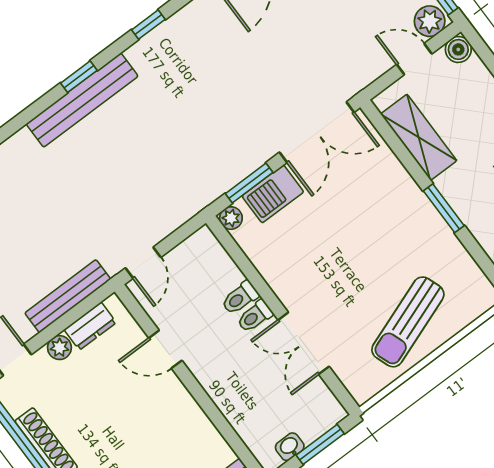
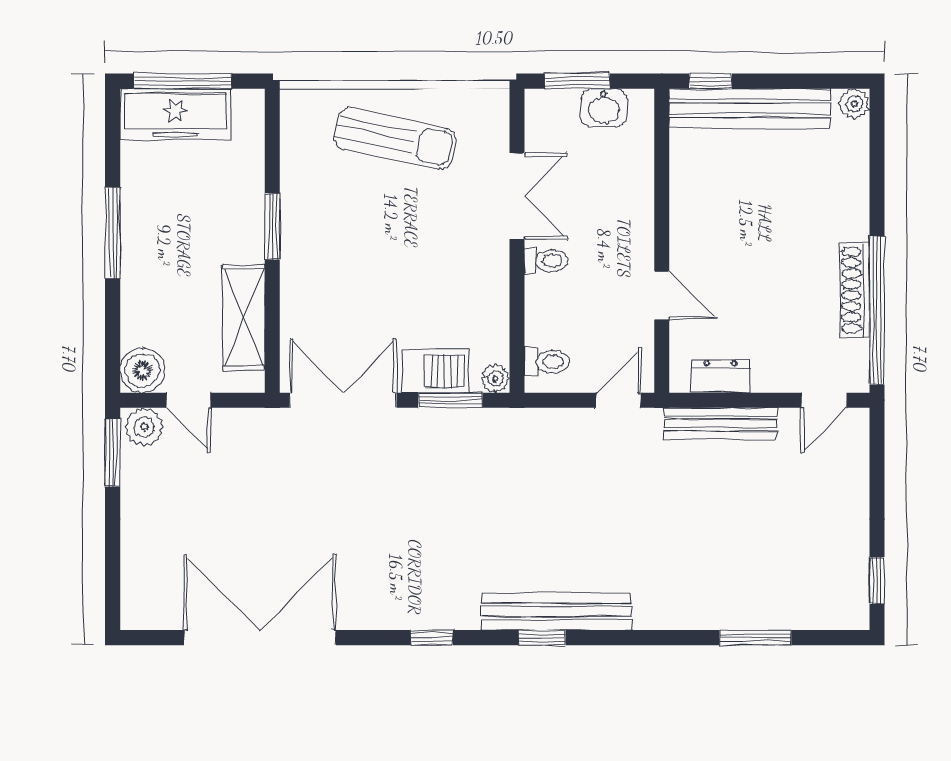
boiler: (458, 49) -> (142, 370), width x1.36, depth x1.36
toilet: (240, 298) -> (547, 362), moved
sun lounger: (408, 322) -> (395, 138), turned 32
plant: (59, 348) -> (768, 378), removed
washbasin: (290, 447) -> (604, 108), width x1.38, depth x1.45

